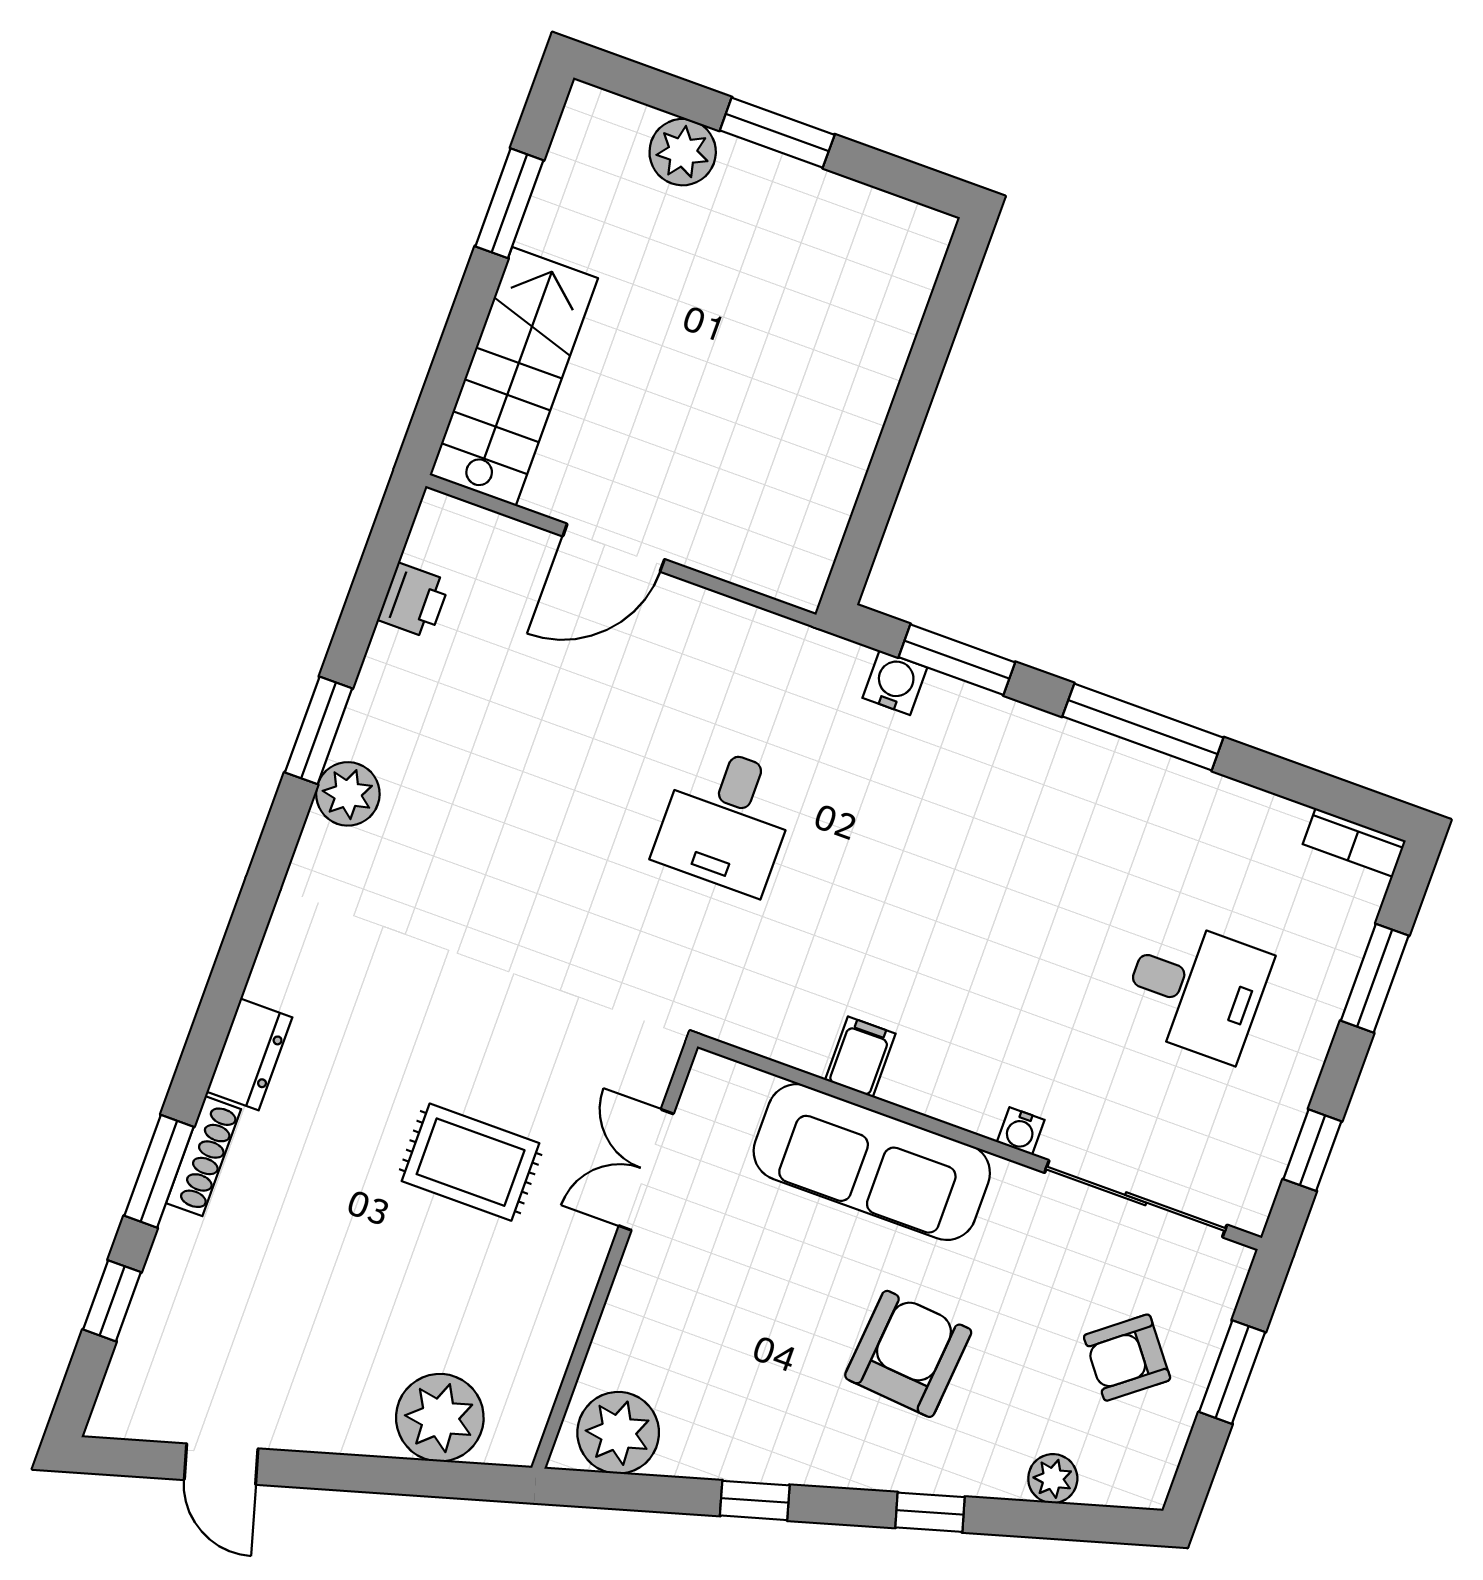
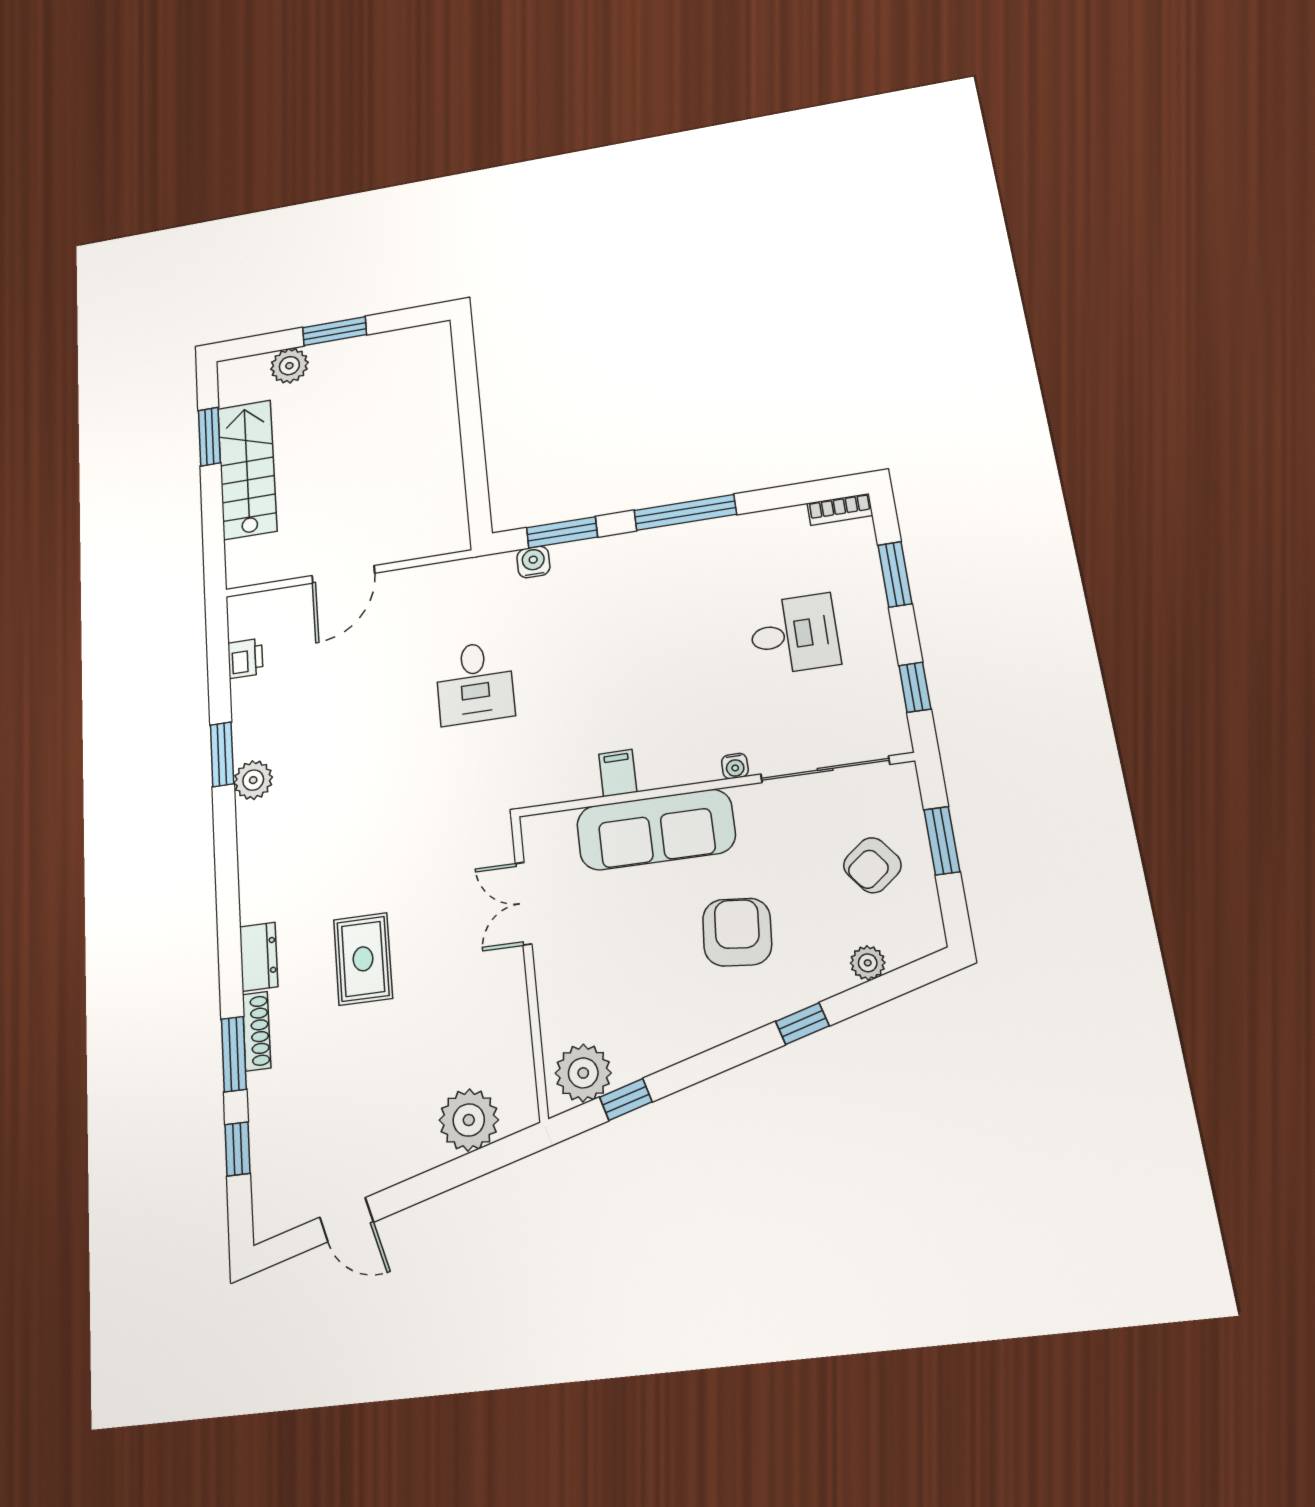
stairs: (514, 377) -> (247, 469), moved
rug: (471, 1162) -> (363, 959), moved, turned 90
window: (755, 1500) -> (626, 1100), moved

